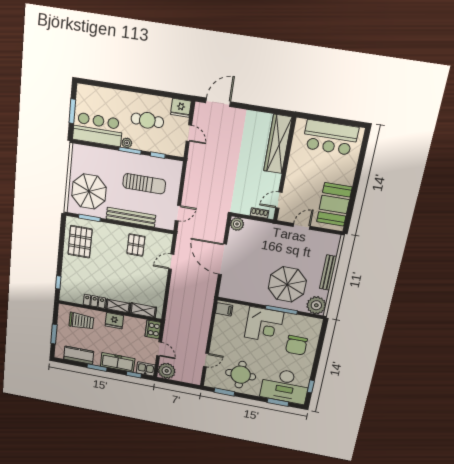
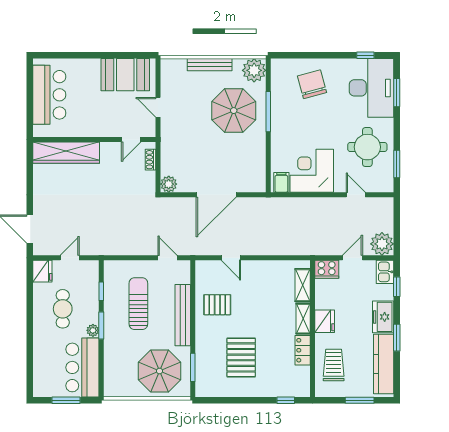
door: (279, 200) -> (131, 140), hinge flipped
pallet: (80, 242) -> (241, 357), moved, turned 90
corner desk: (264, 325) -> (312, 171), moved, turned -90
chair: (296, 345) -> (312, 84), turned -105
kitchen counter: (79, 355) -> (384, 364), width x1.50
freezer: (118, 362) -> (383, 317), width x0.71

